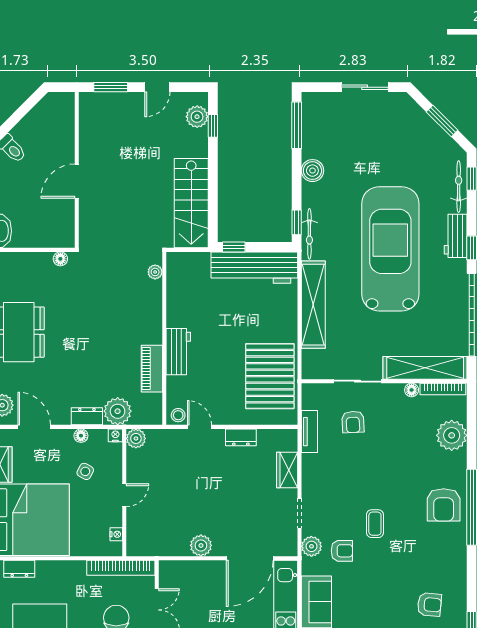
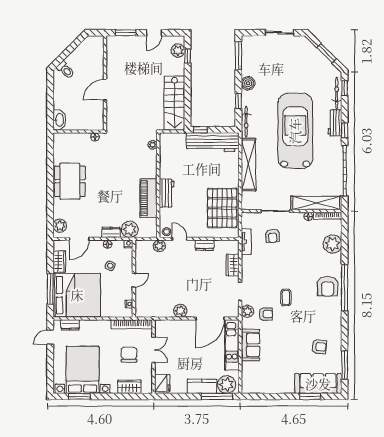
window: (297, 222) -> (238, 101), moved
piano: (152, 369) -> (149, 198), width x1.37, depth x1.33
door: (34, 427) -> (79, 239), swing flipped
plant: (136, 438) -> (159, 246), moved

